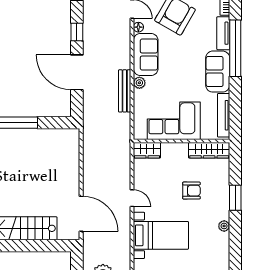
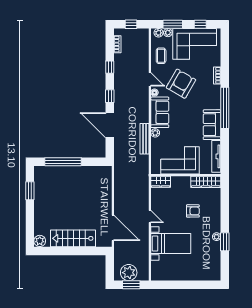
tv unit: (223, 33) -> (216, 97), removed
window: (235, 198) -> (225, 242), moved

